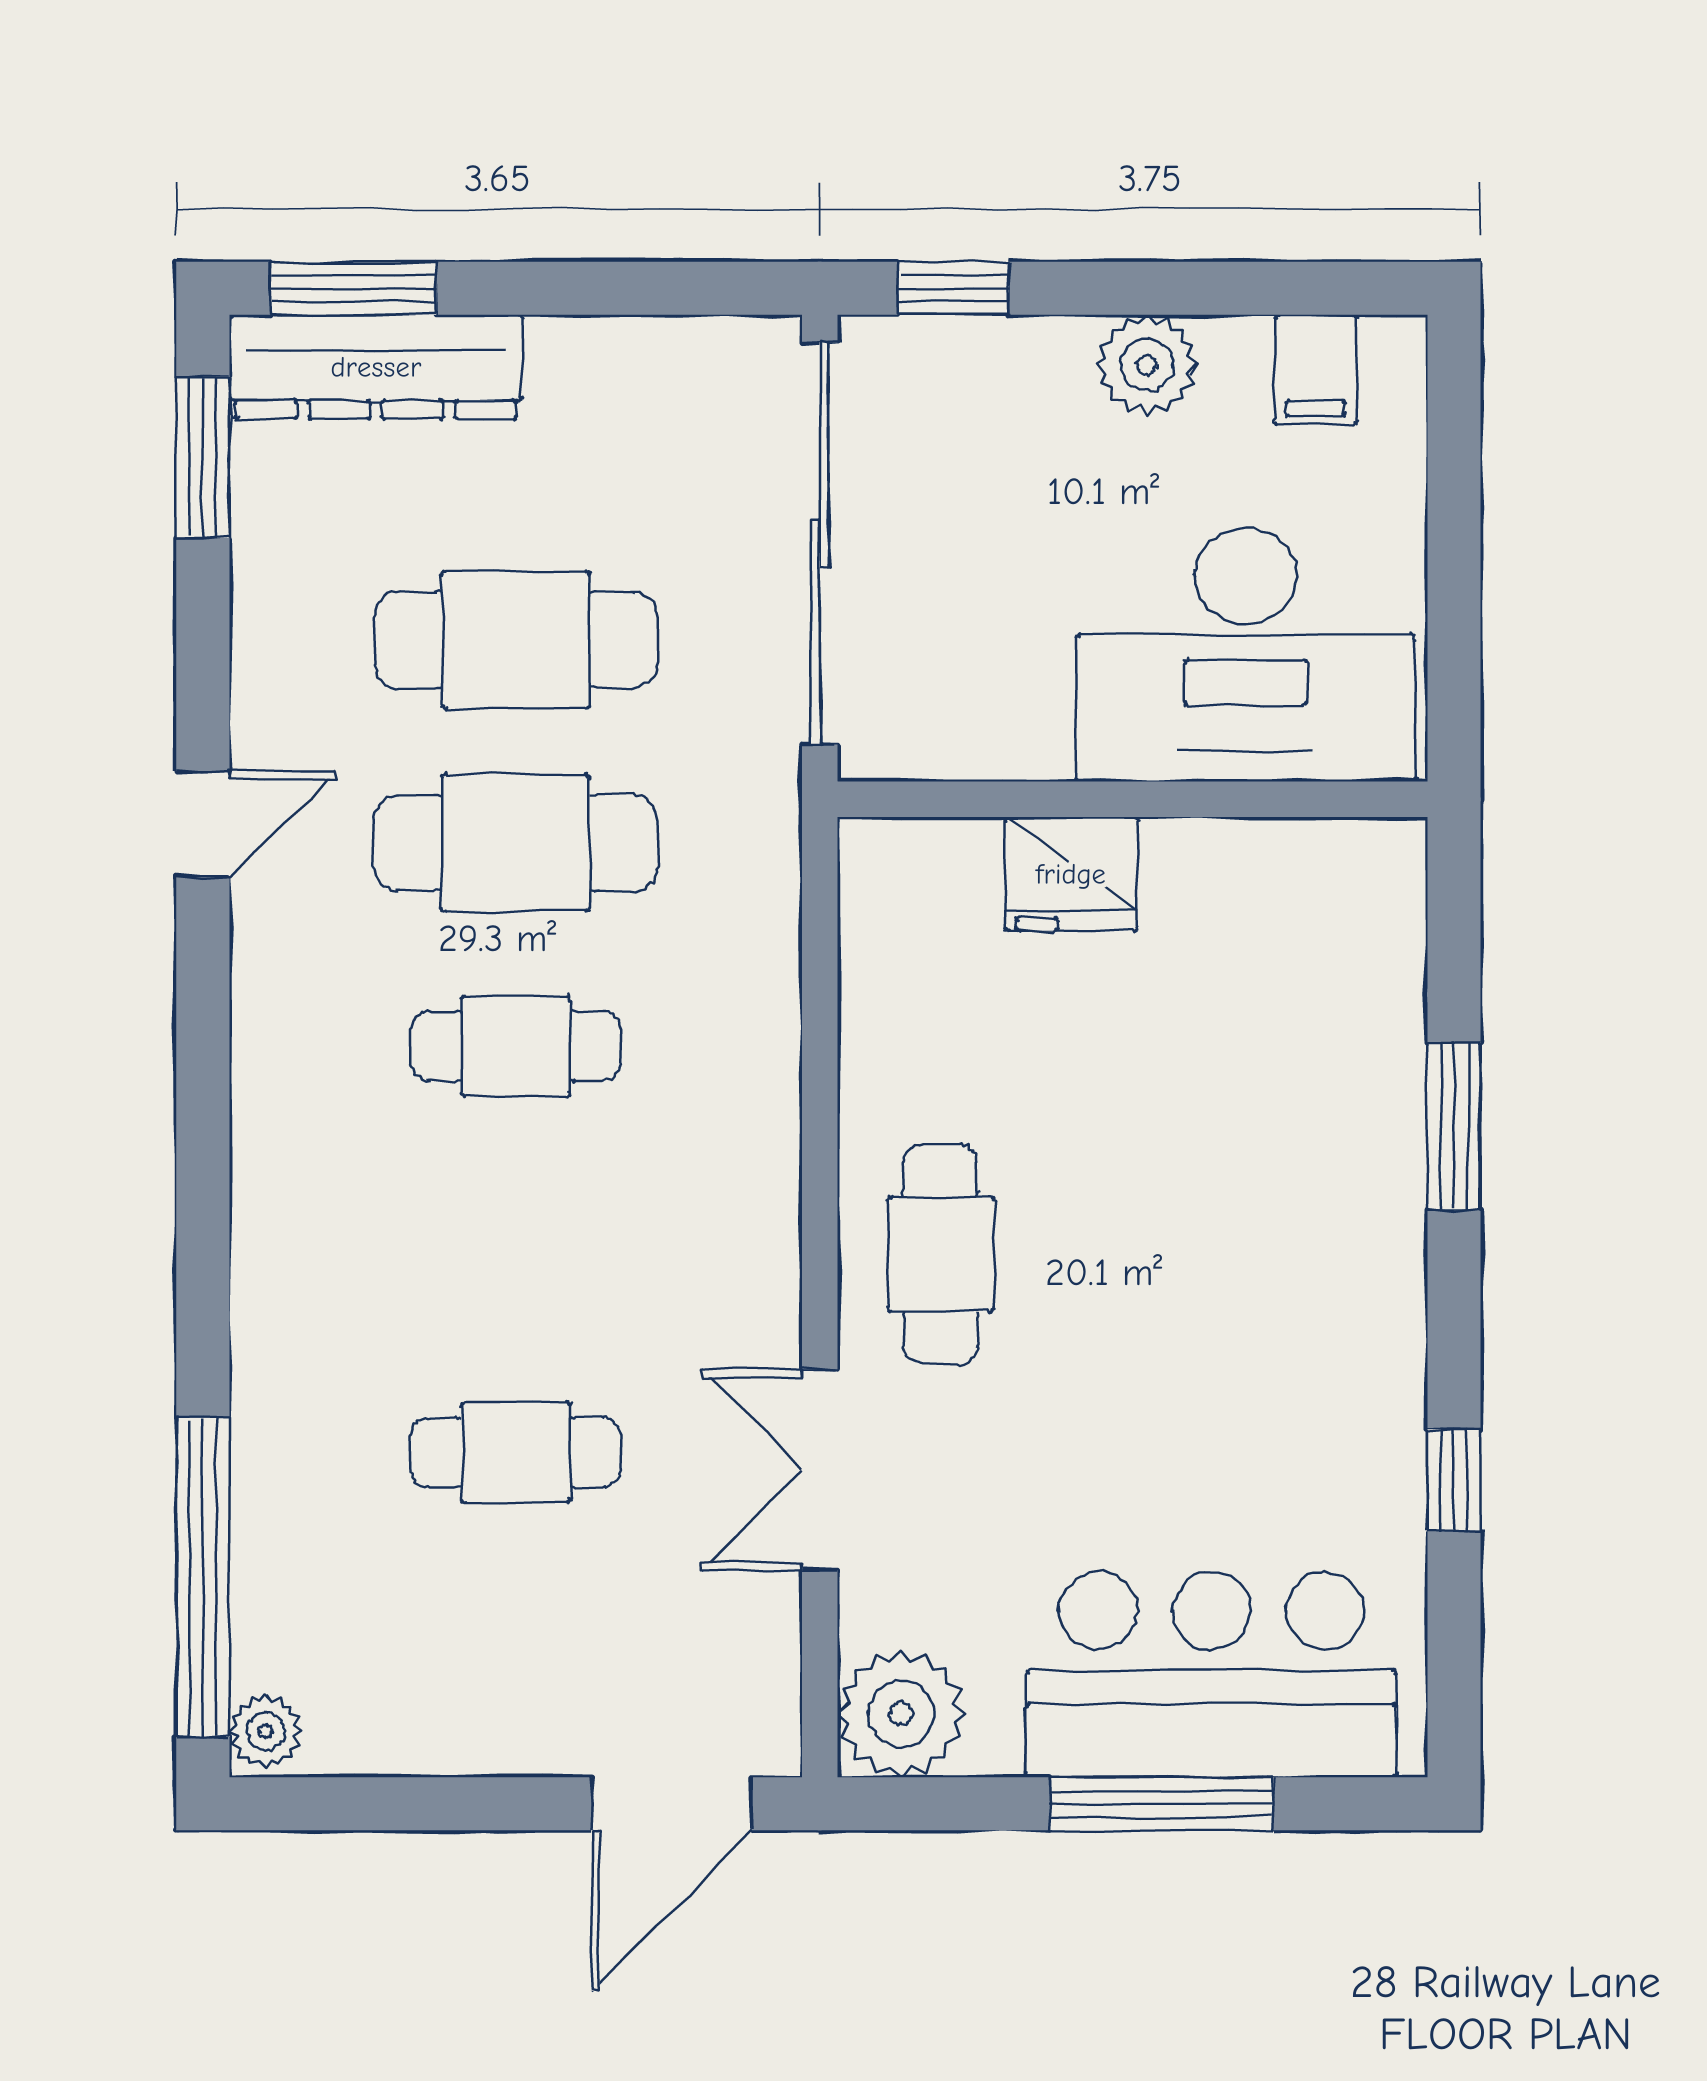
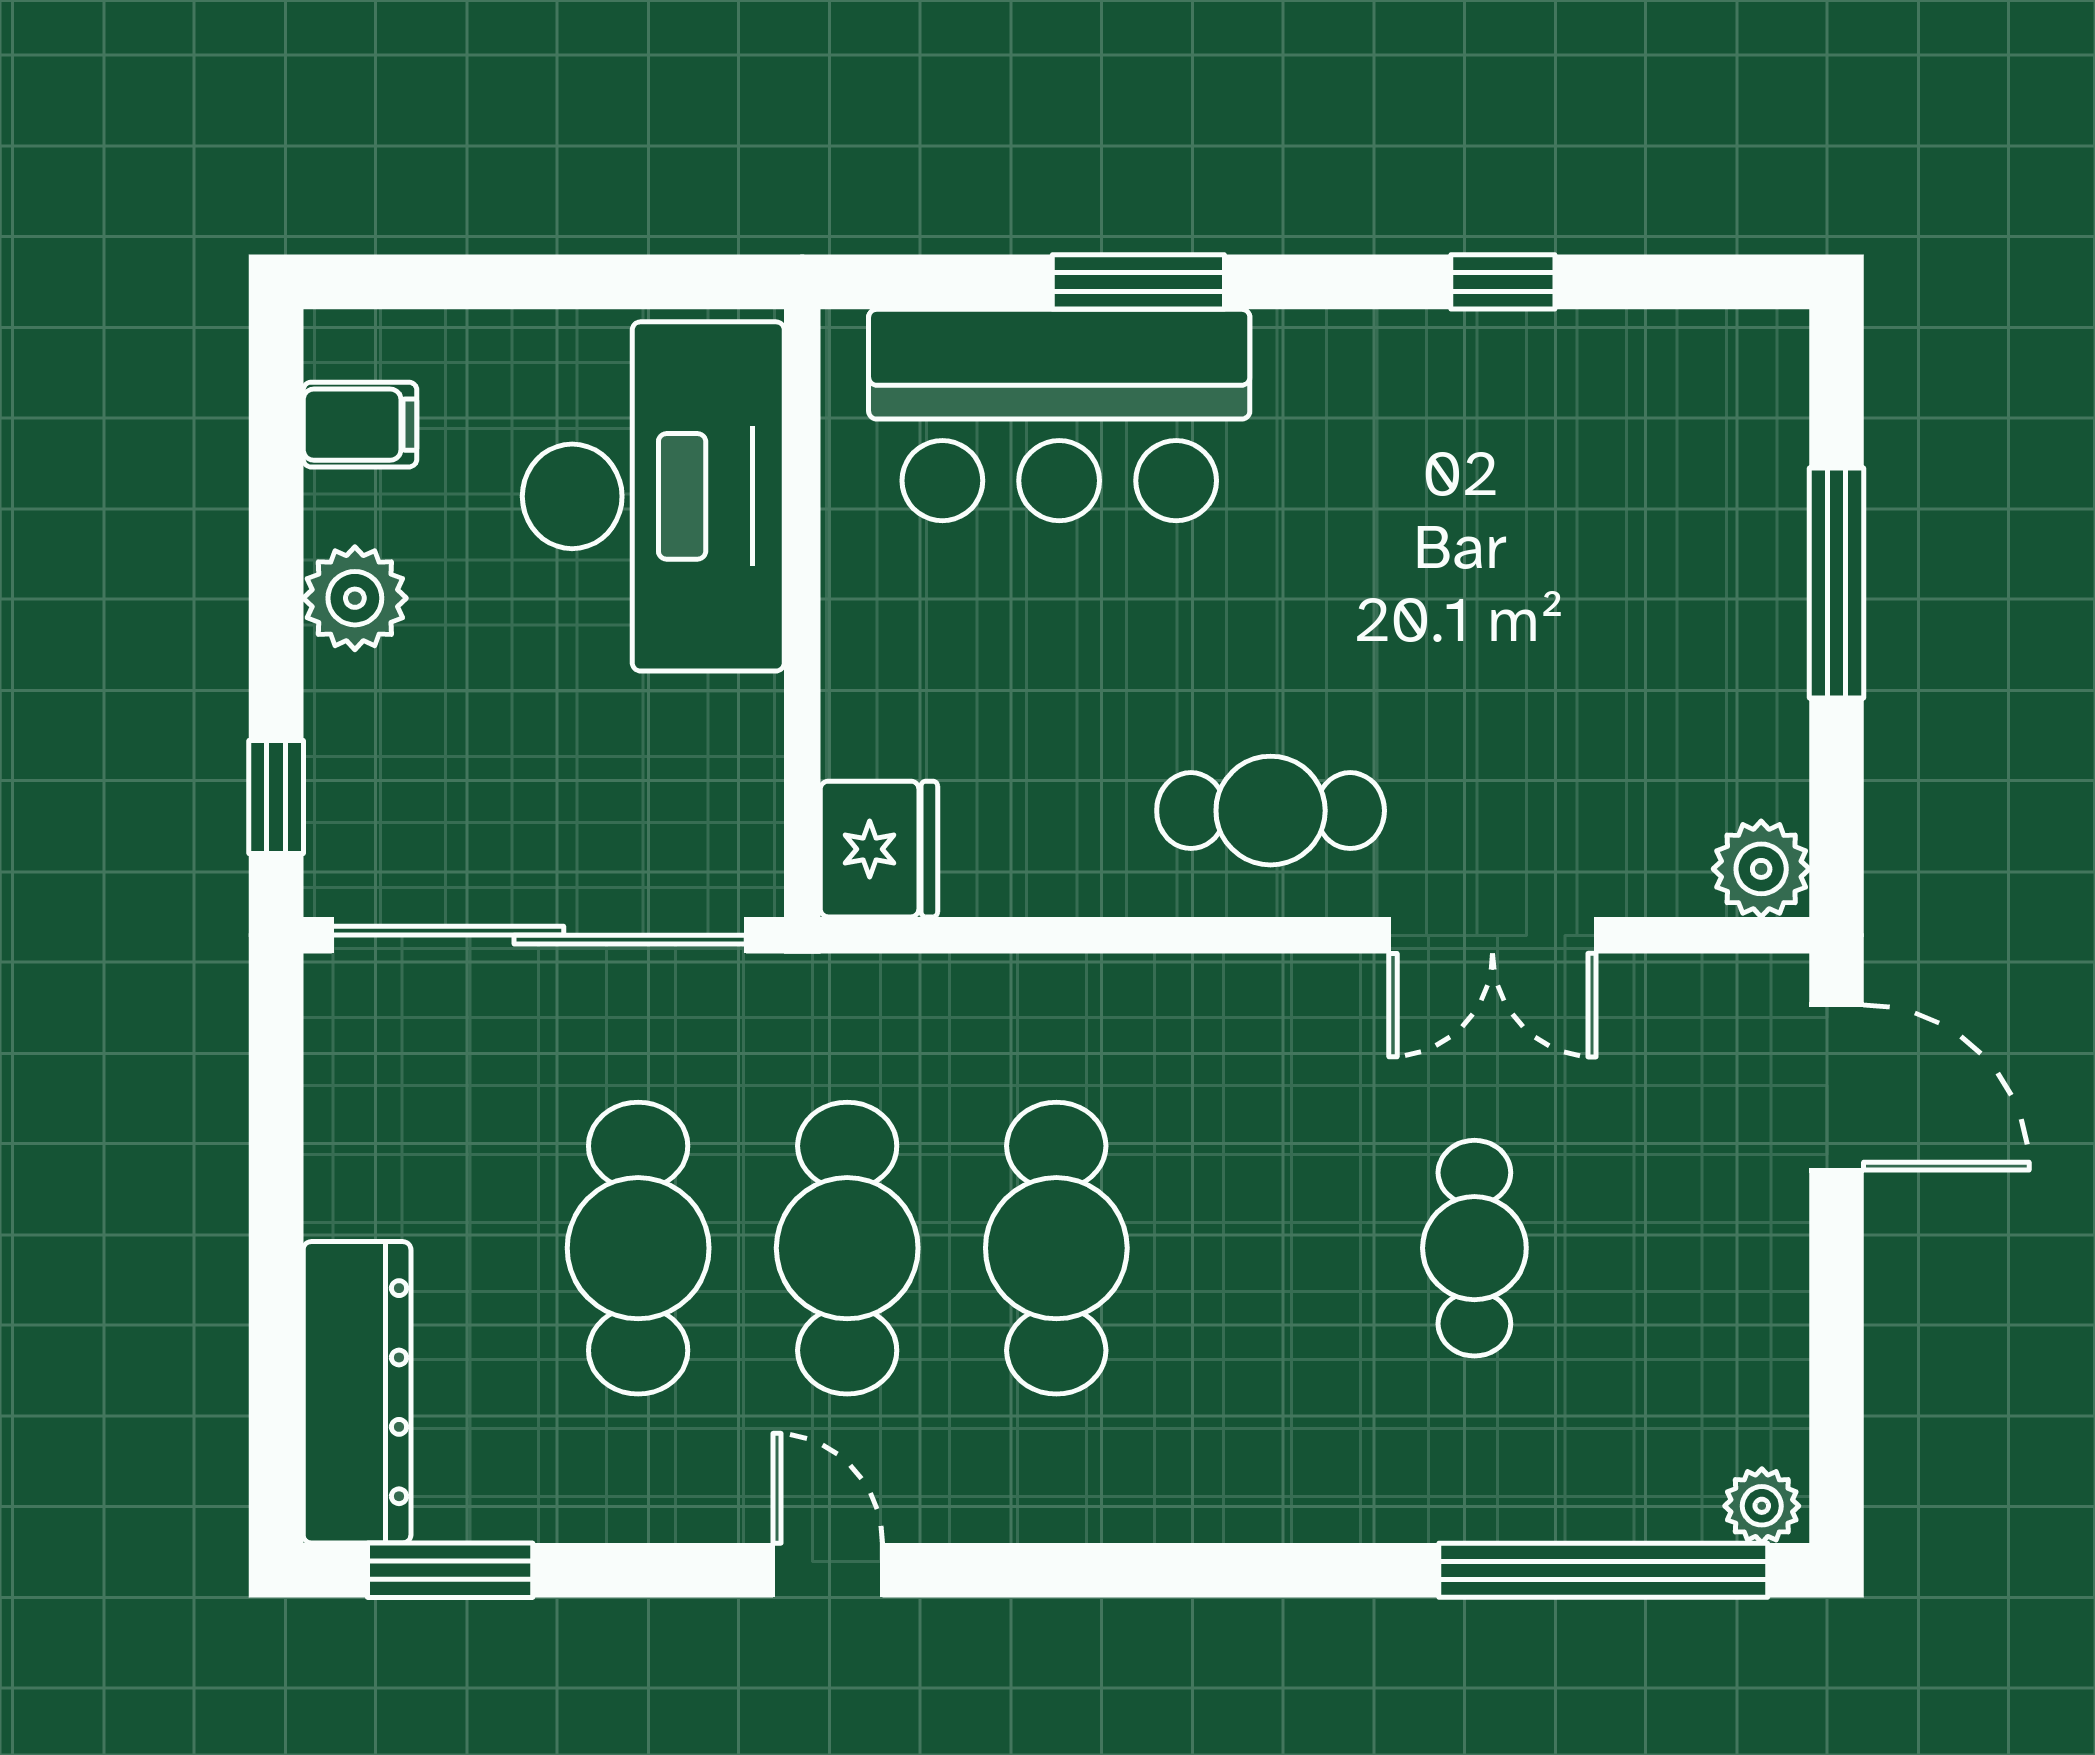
window: (354, 288) -> (276, 1415), removed
fridge: (1071, 874) -> (879, 849), moved
cafe table: (516, 1046) -> (1056, 1248), width x1.37, depth x1.35
bar counter: (1212, 1675) -> (1059, 415), moved, turned -90
plant: (901, 1714) -> (1761, 869), width x0.73, depth x0.73

